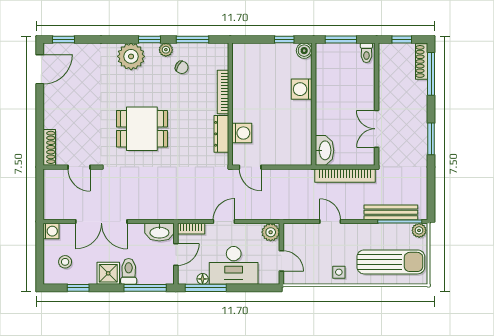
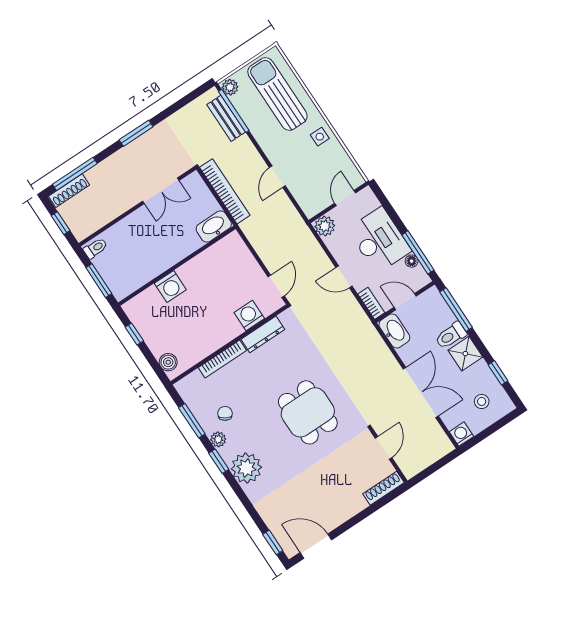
boiler: (304, 51) -> (168, 362), moved
bench: (391, 212) -> (226, 118), width x0.73

